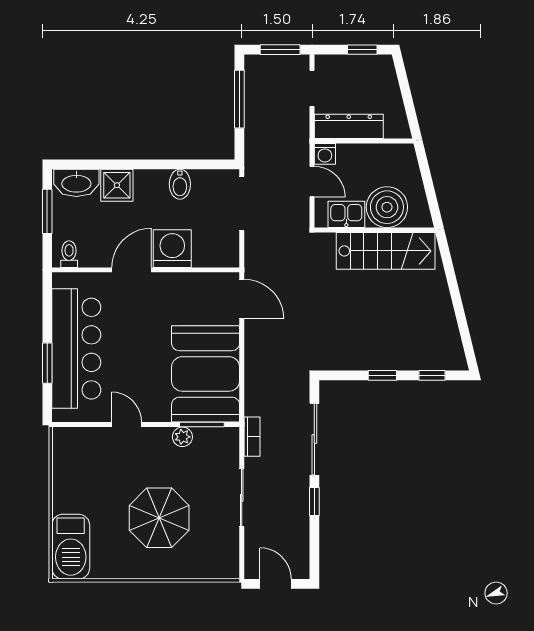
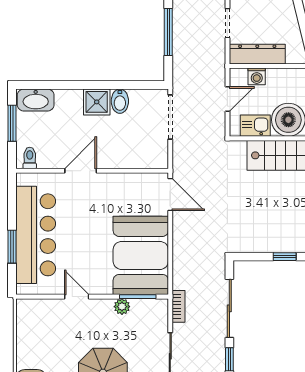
washing machine: (325, 154) -> (257, 76), moved
door: (312, 182) -> (227, 99), hinge flipped
shower: (117, 185) -> (97, 102), moved
washing machine: (172, 249) -> (114, 154), removed

